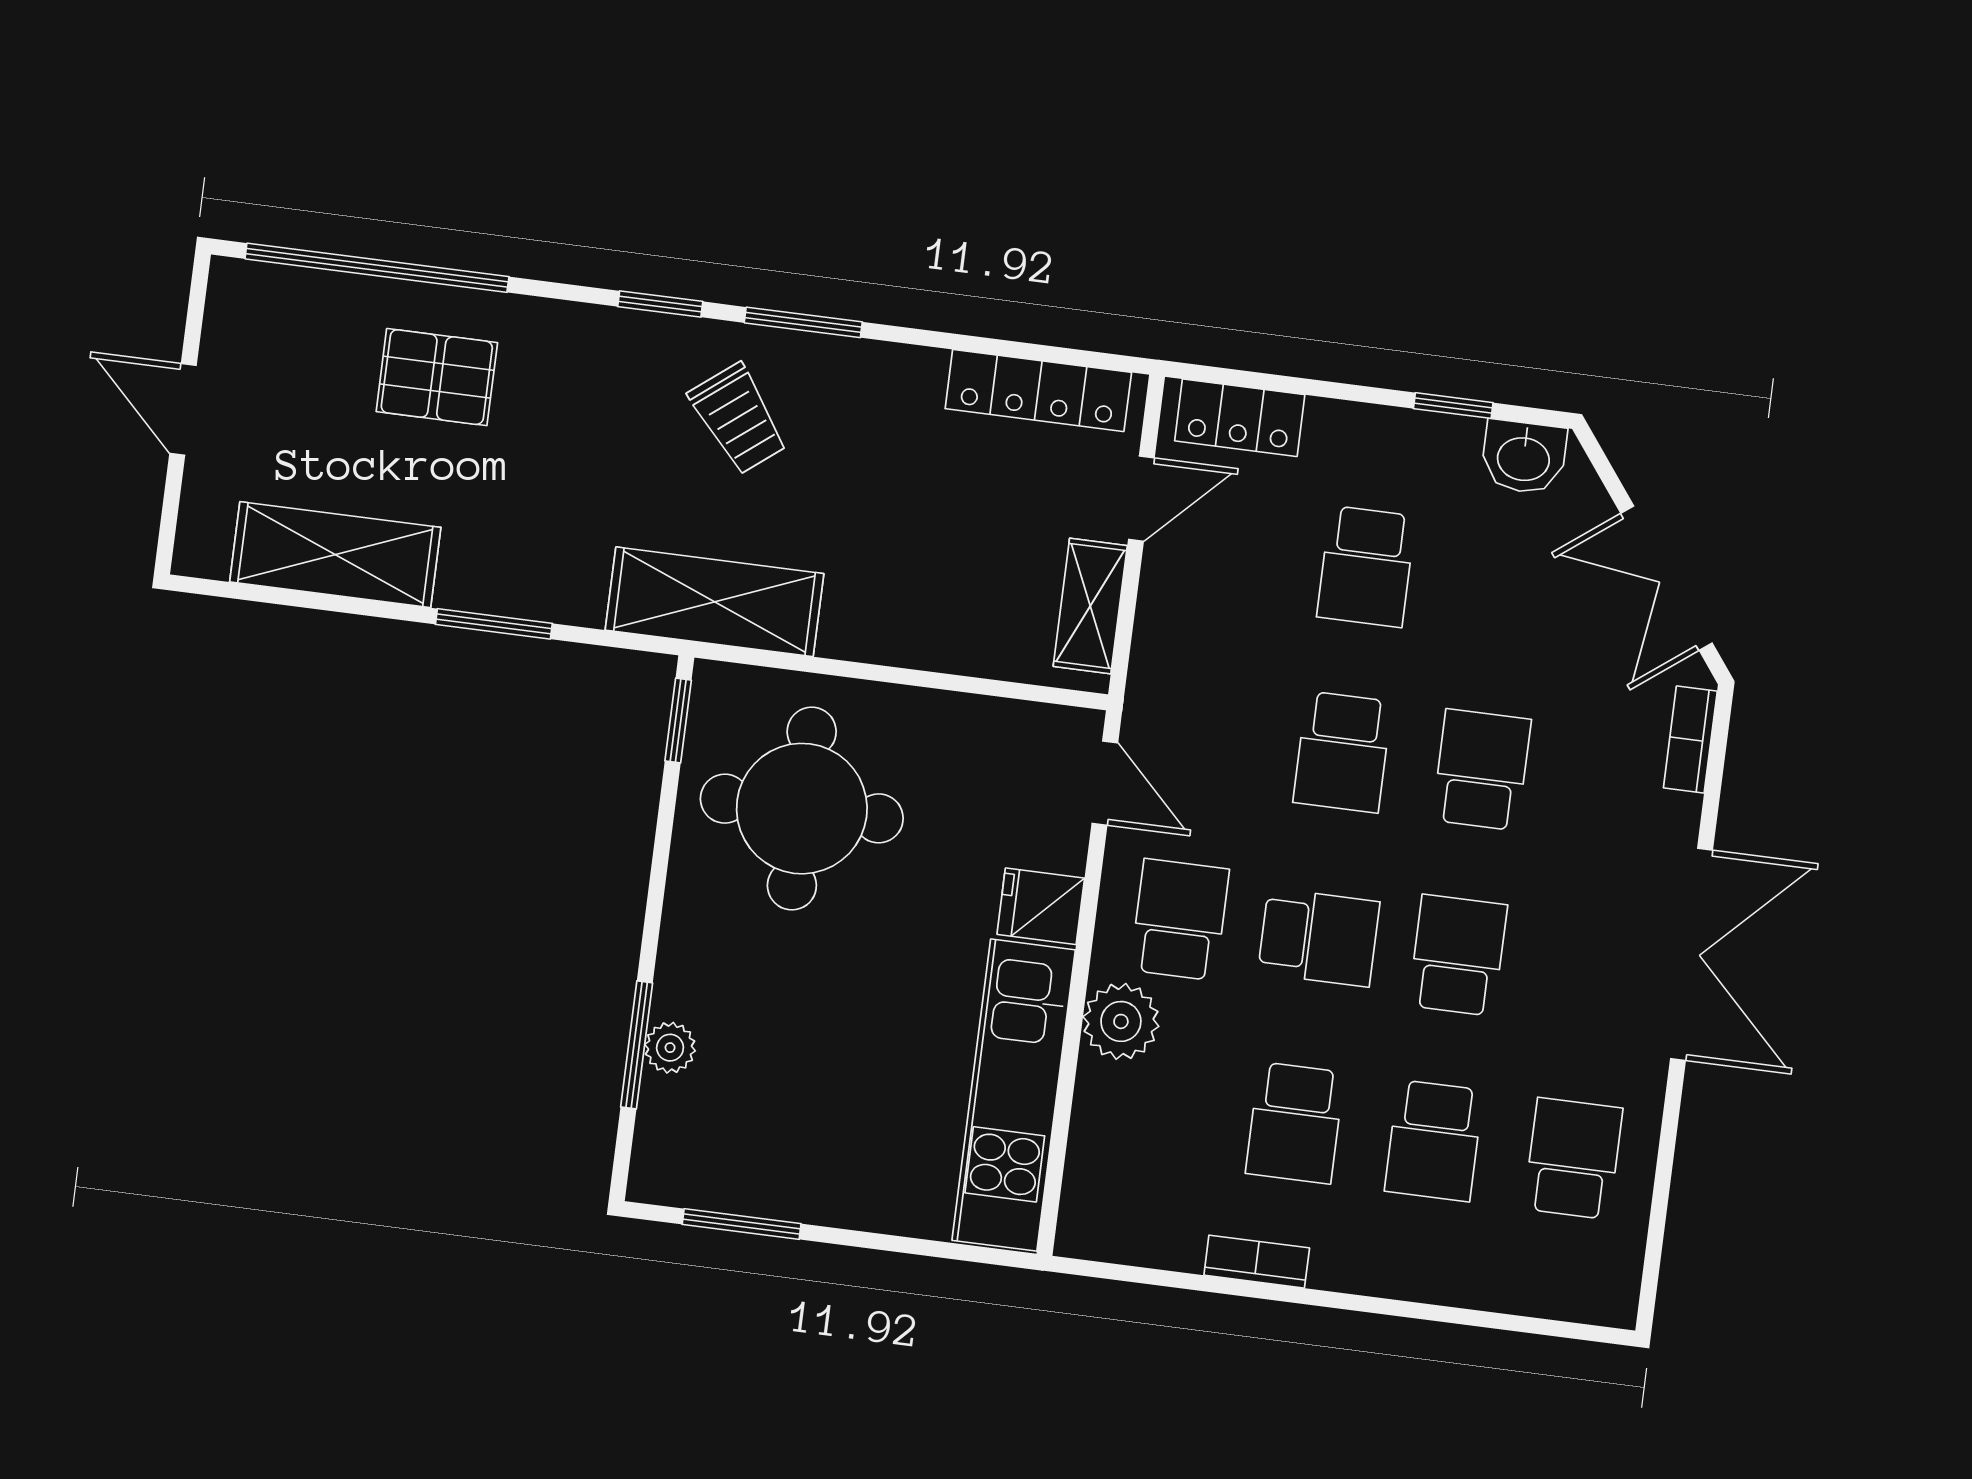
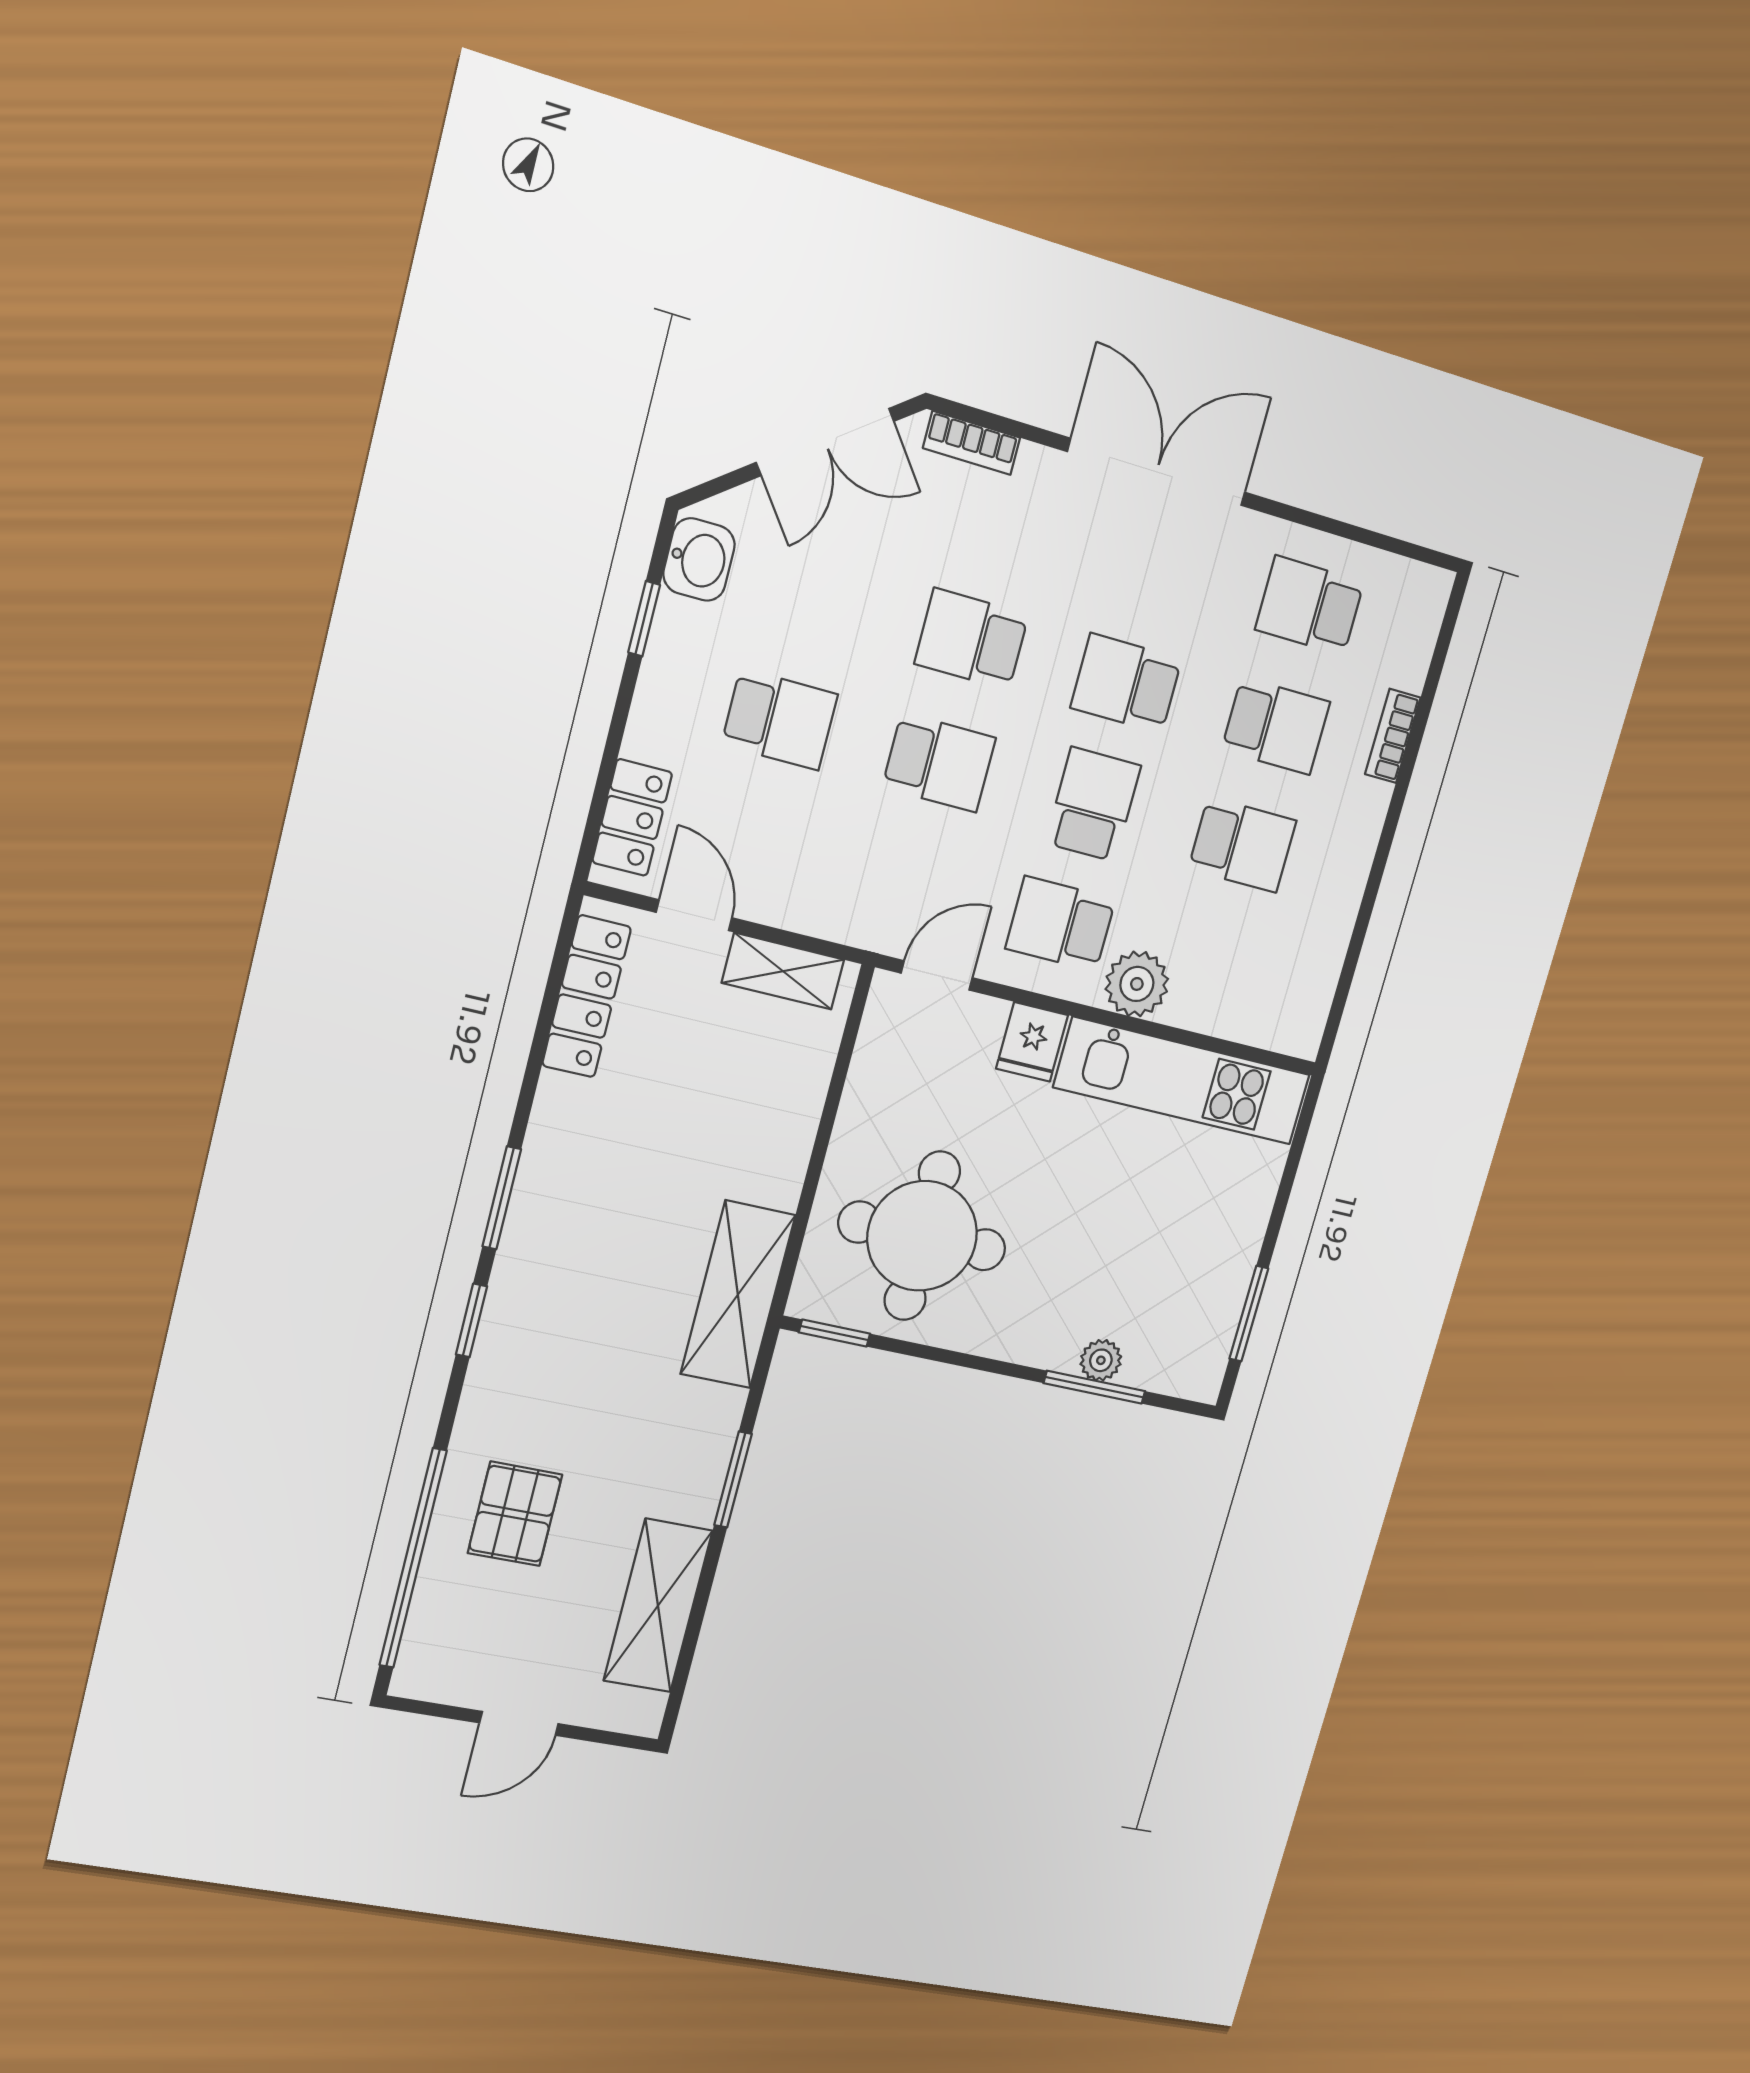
trolley: (738, 419) -> (581, 1261), removed
bookcase: (1257, 1262) -> (1393, 736), moved

